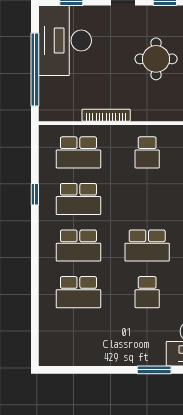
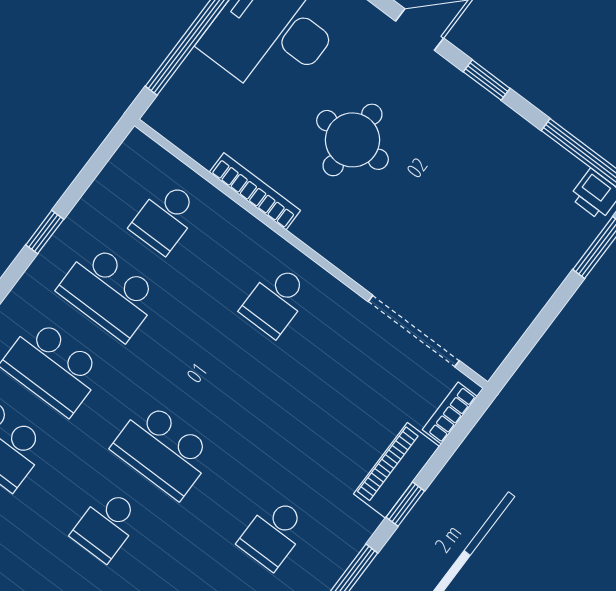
round table: (156, 59) -> (353, 140), moved
school desk: (78, 152) -> (165, 218), width x0.54

